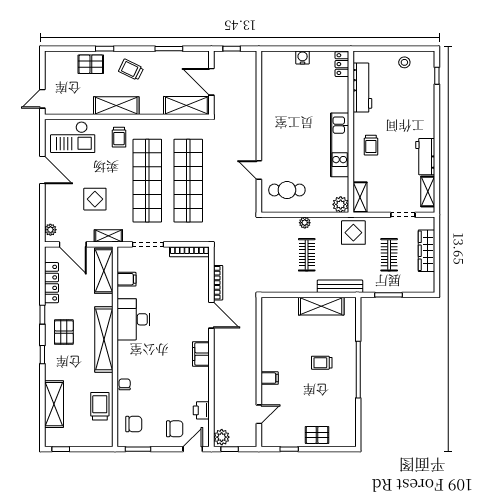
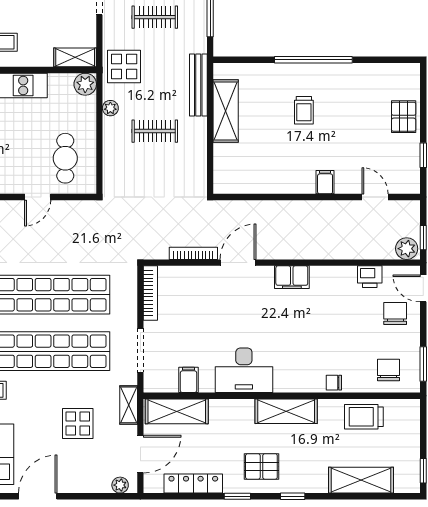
plant: (305, 223) -> (110, 108), moved
shelving: (104, 339) -> (286, 411), width x0.68

